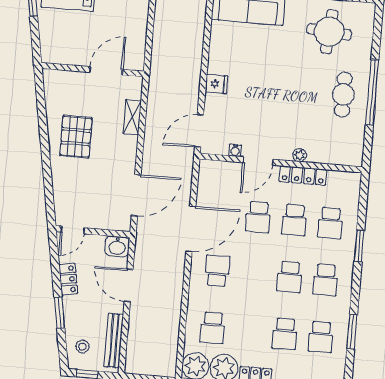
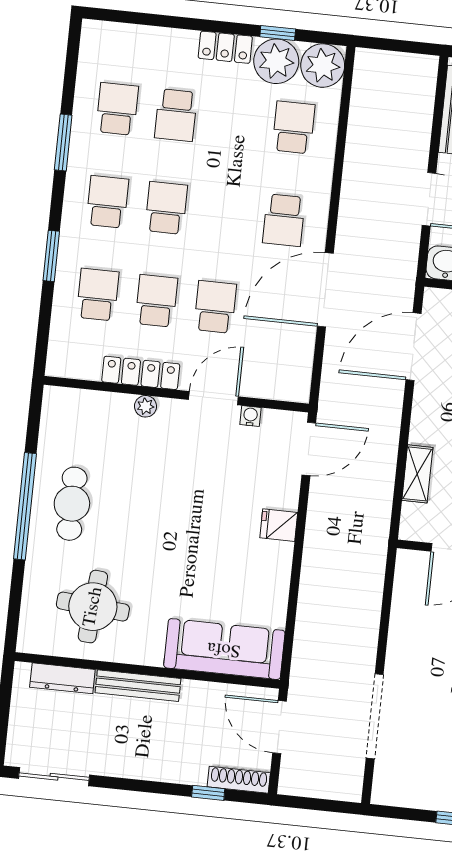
window: (352, 332) -> (63, 142), moved
school desk: (285, 334) -> (176, 115), turned 180

